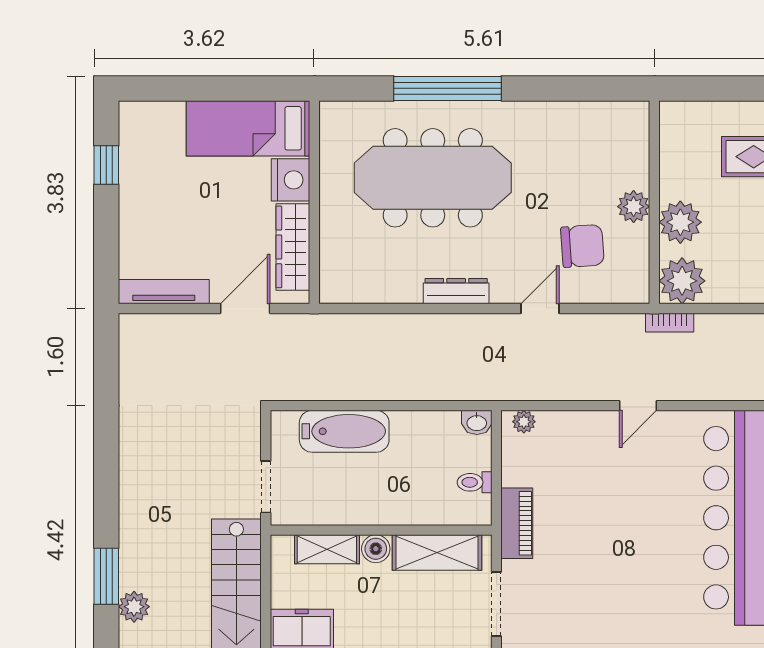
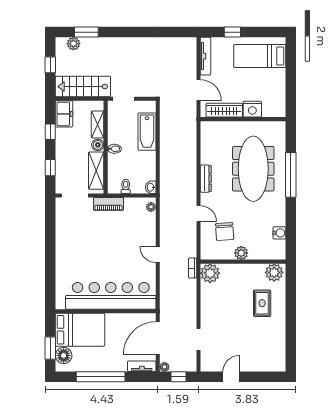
water cooler: (586, 116) -> (279, 233), added
bed: (248, 128) -> (260, 56), moved, turned -90
window: (106, 165) -> (232, 32), moved
plant: (680, 222) -> (274, 272), moved
bidet: (385, 509) -> (114, 149), added

